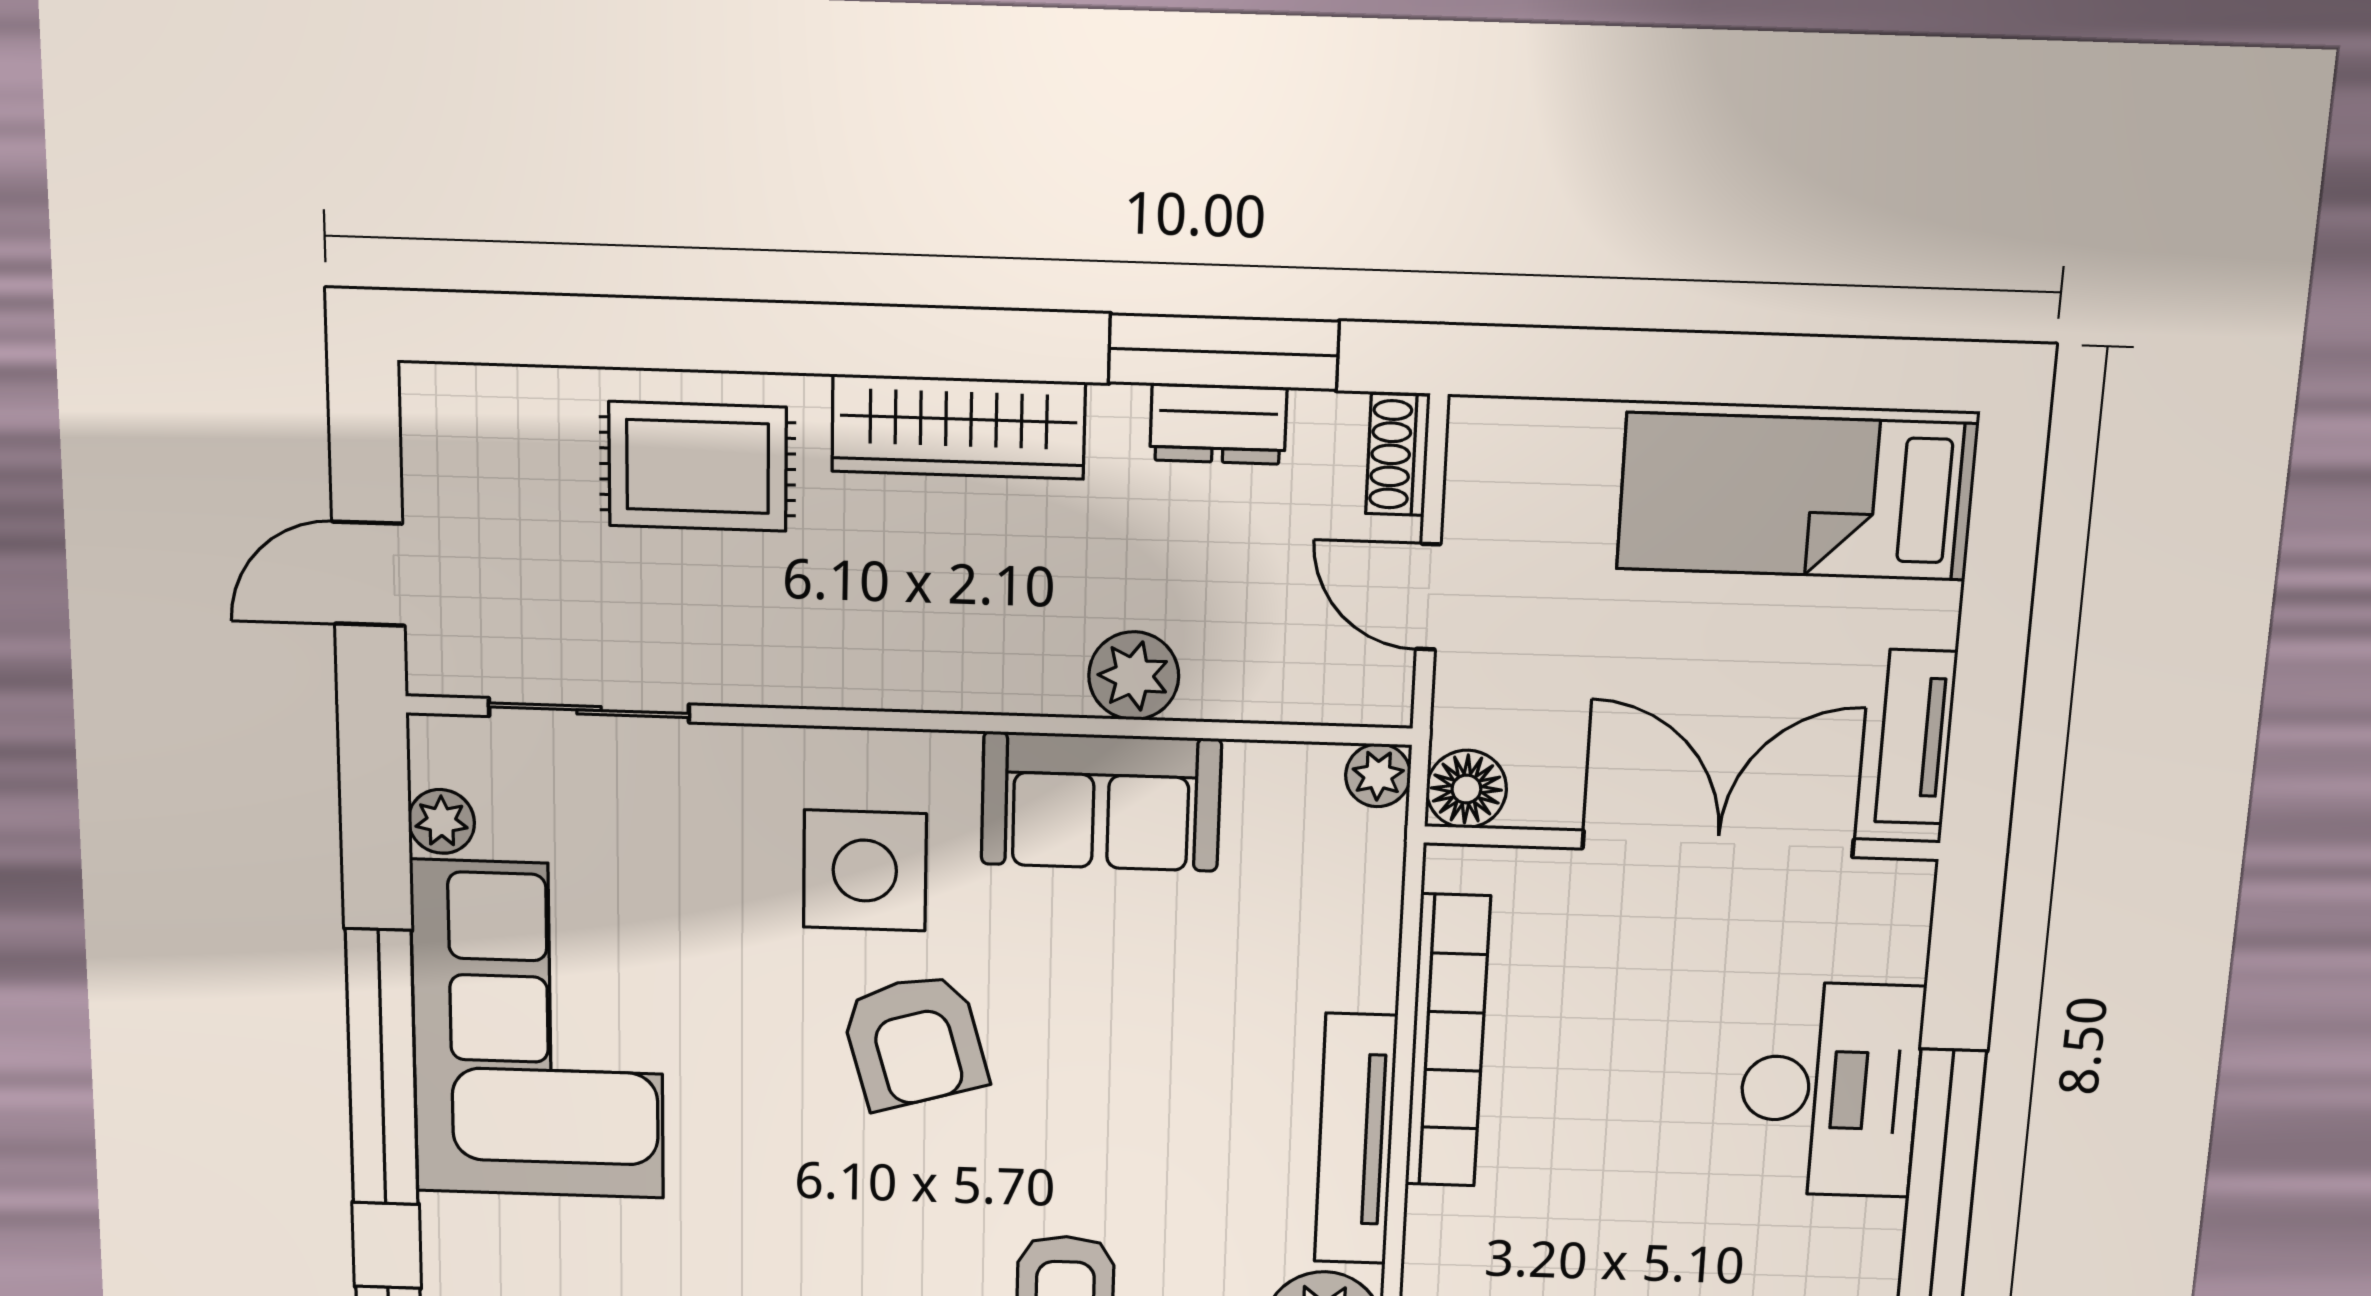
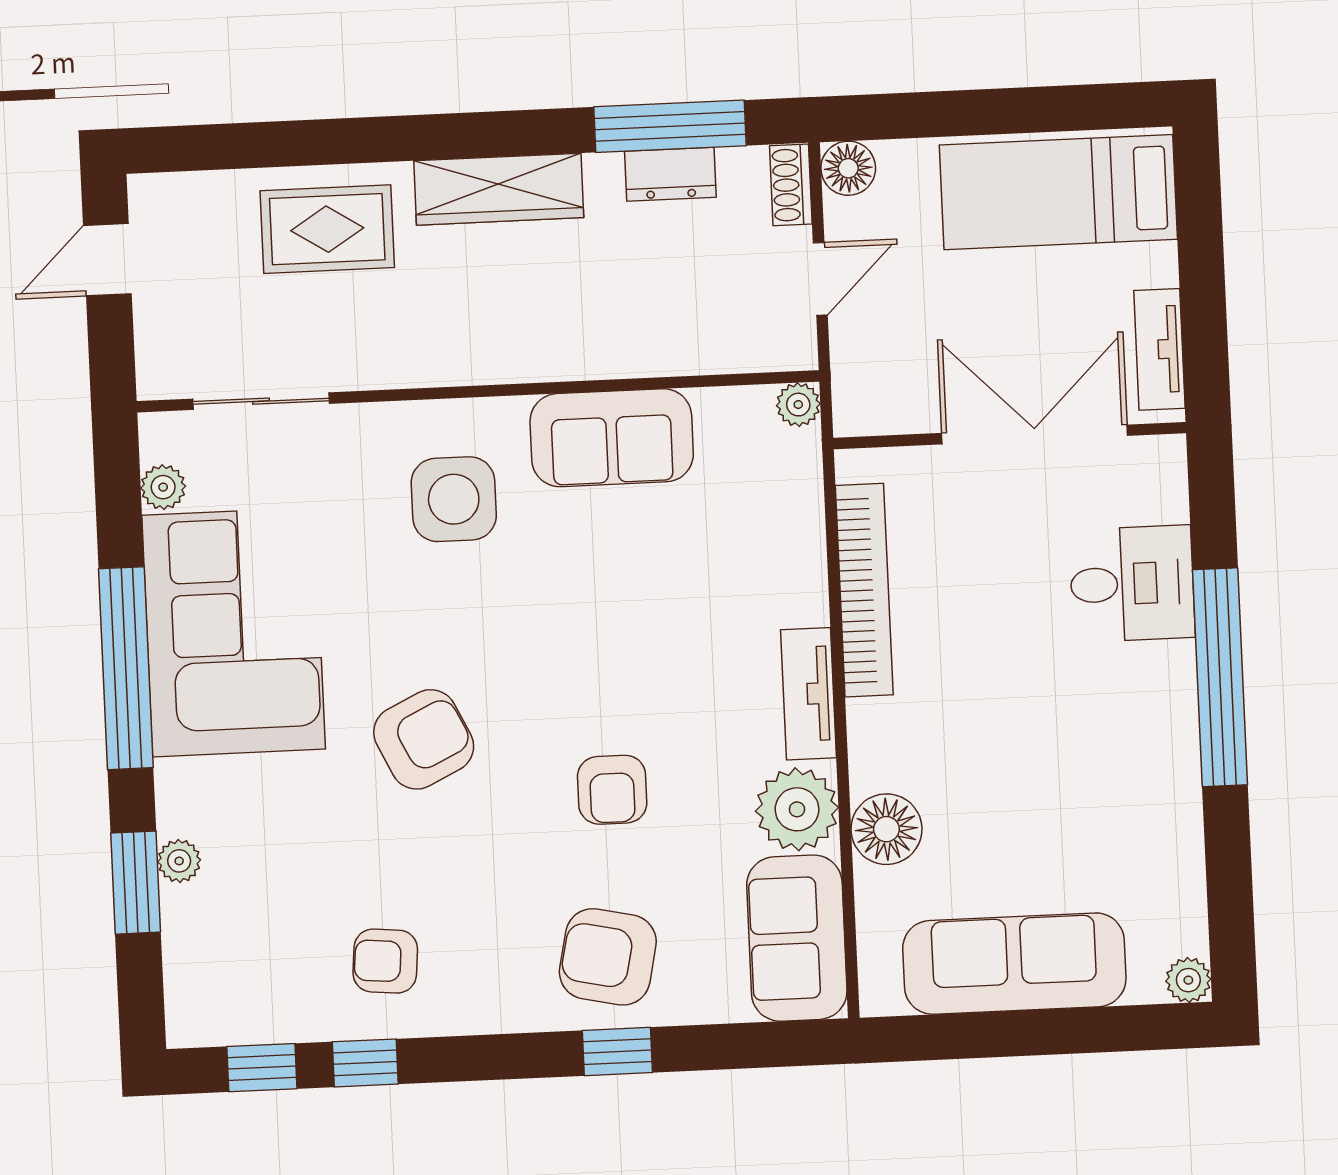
door: (368, 574) -> (107, 260), moved
door: (1428, 597) -> (820, 279), swing flipped
plant: (1134, 676) -> (627, 348), removed
floor lamp: (1466, 789) -> (848, 168), moved
armchair: (914, 1041) -> (424, 739), moved, turned -100
desk: (1830, 1090) -> (1132, 584), width x0.73
tv unit: (1356, 1139) -> (808, 694), width x0.71

